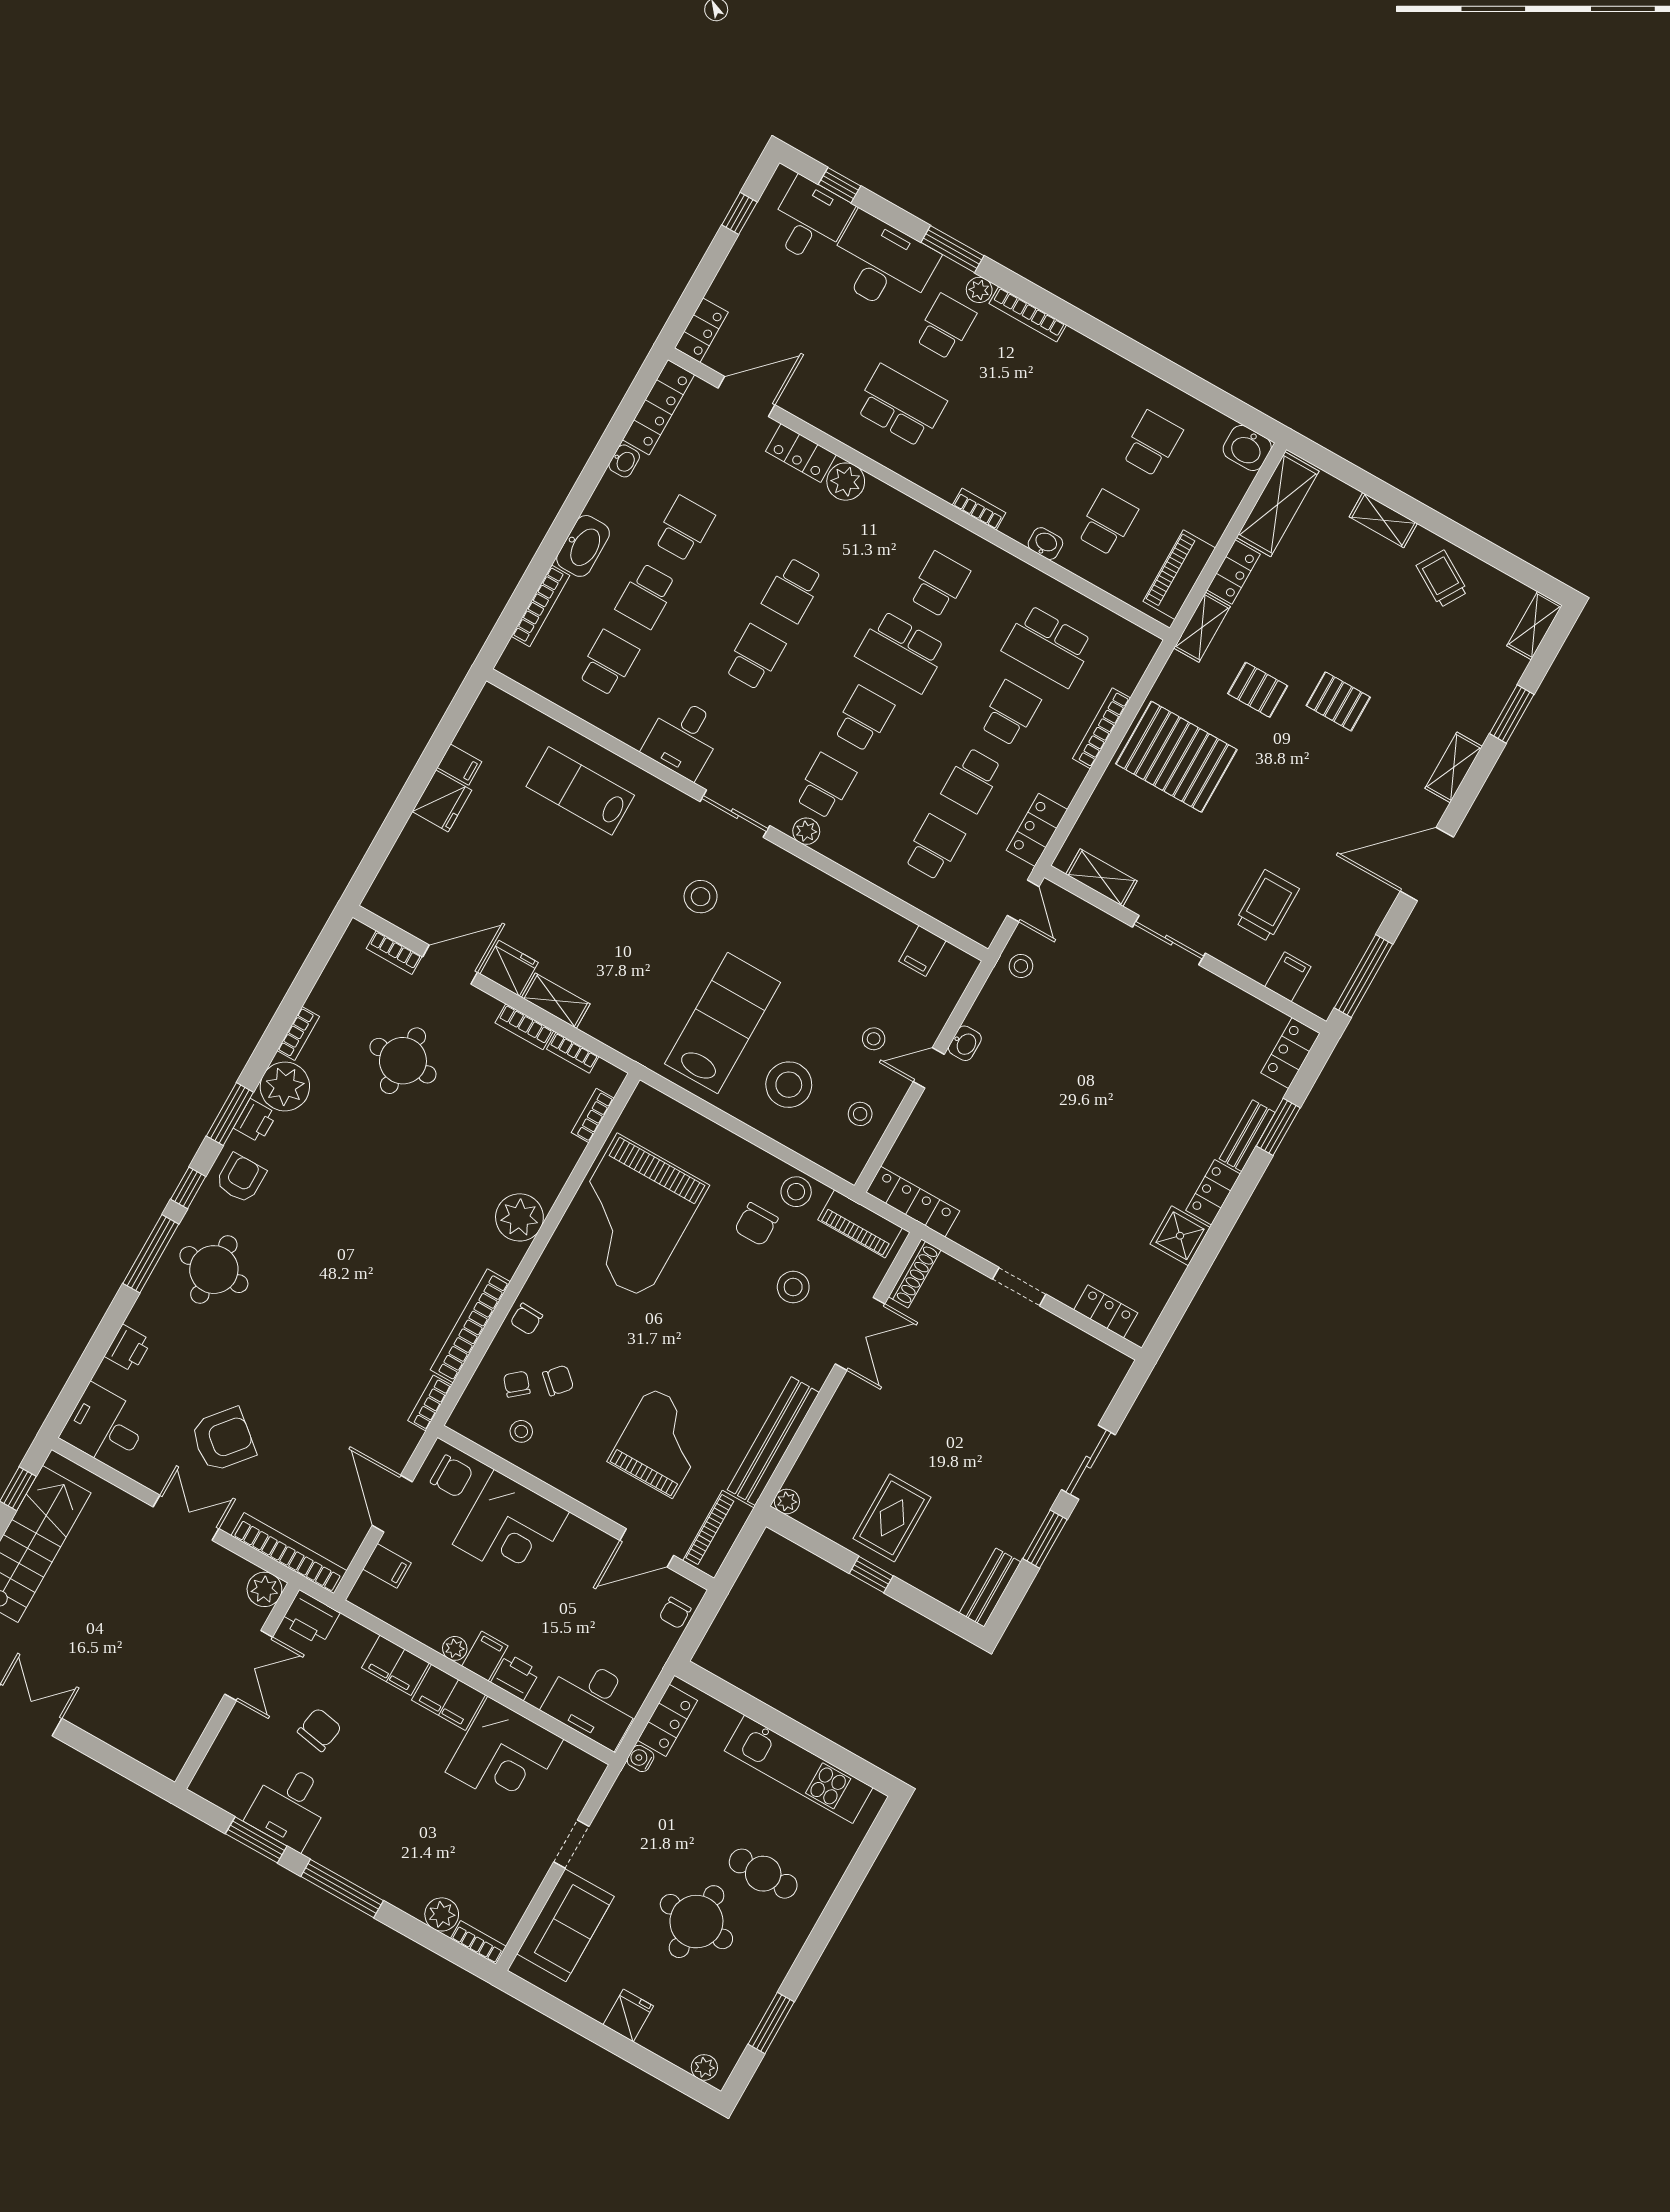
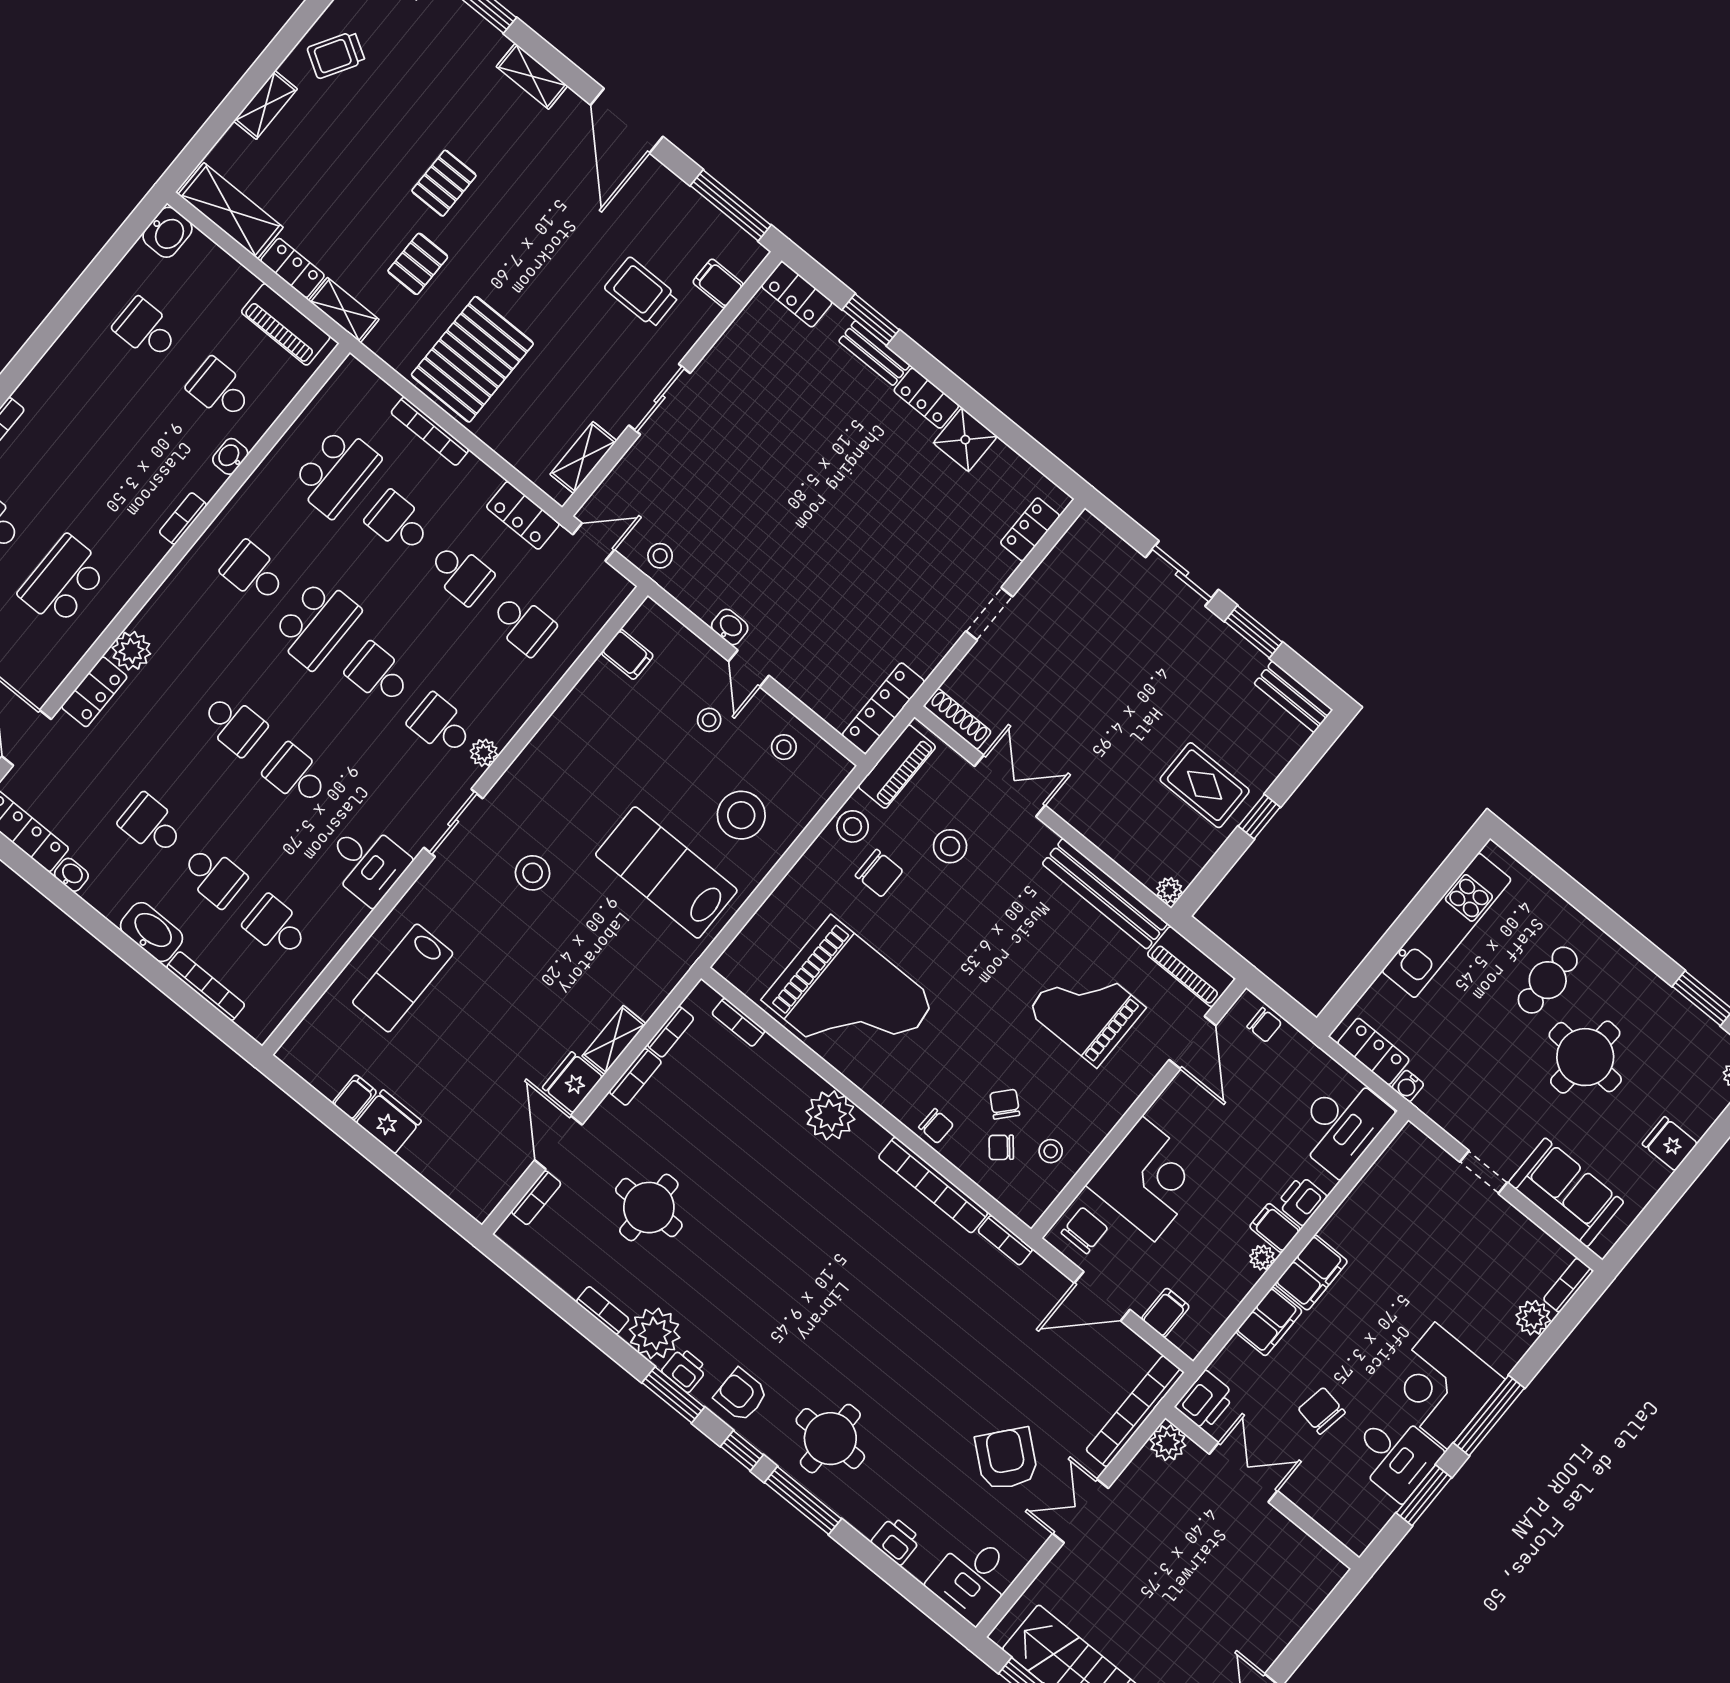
school desk: (934, 847) -> (523, 624), turned 180
corner desk: (504, 1755) -> (1441, 1386), moved, turned 180

